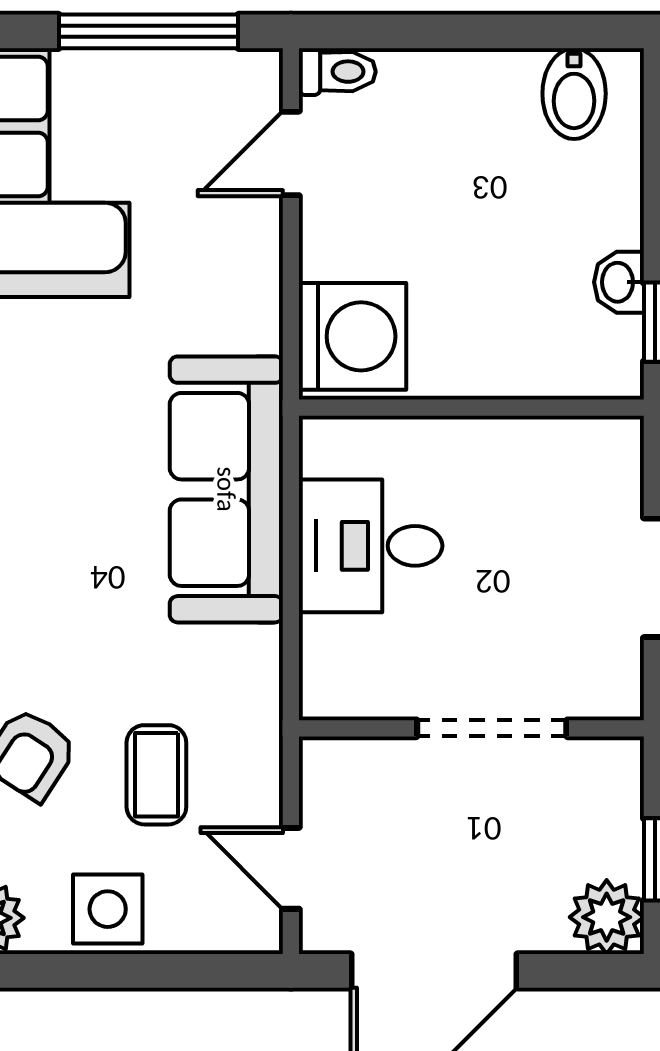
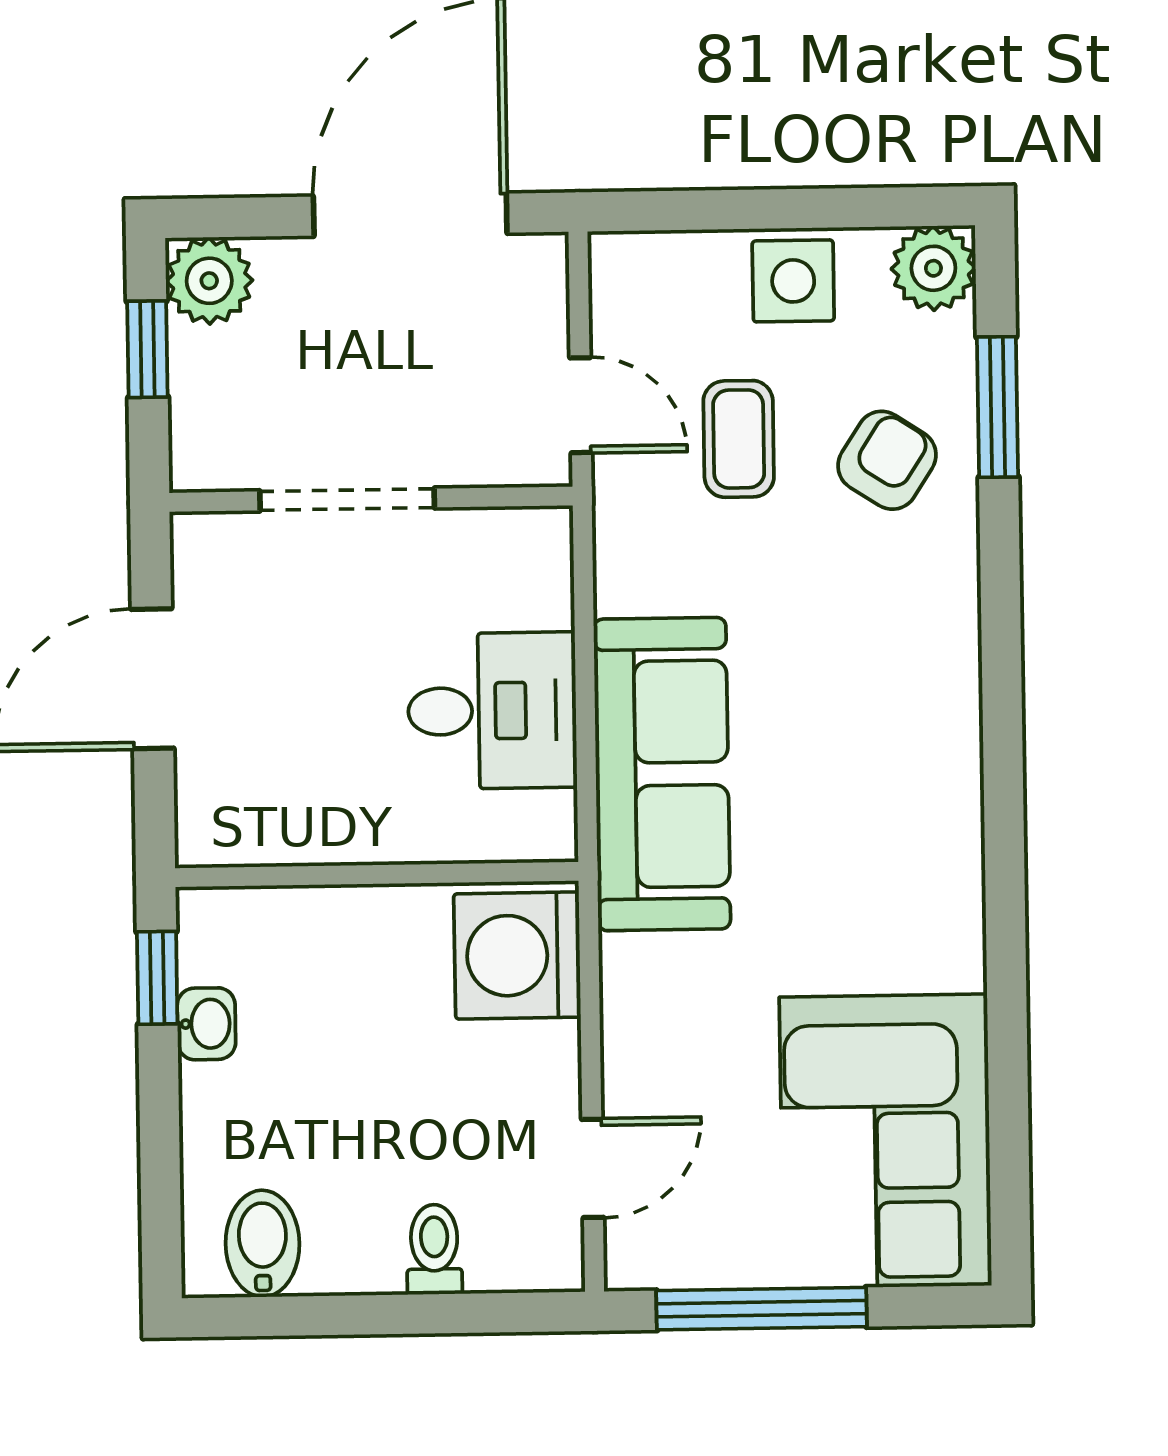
toilet: (337, 72) -> (434, 1249), moved, turned 90
door: (291, 868) -> (581, 405), moved

